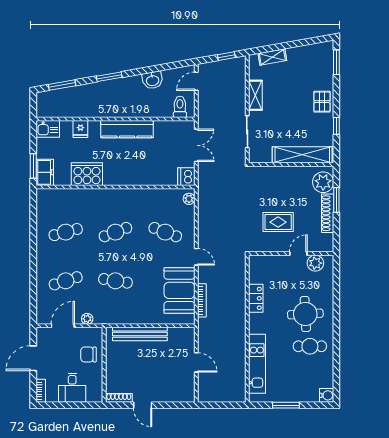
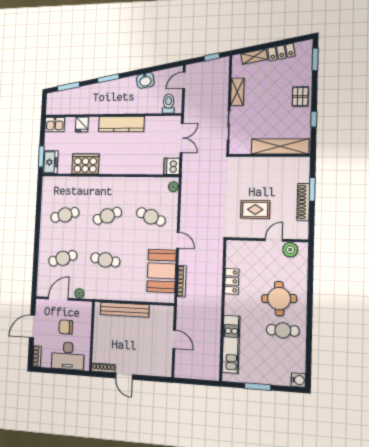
locker: (301, 53) -> (281, 52), added
plant: (323, 182) -> (300, 172), removed
chair: (88, 354) -> (66, 327), moved
desk: (72, 388) -> (68, 356), width x1.37

